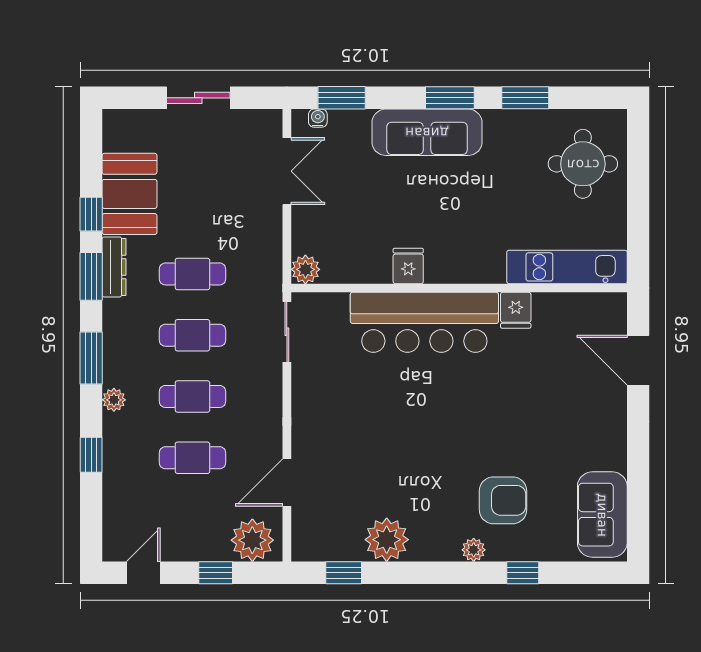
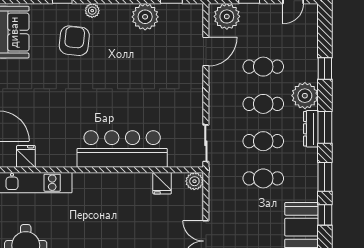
fridge: (408, 266) -> (162, 183), moved
dresser: (114, 267) -> (311, 129), moved
fridge: (516, 310) -> (26, 156), moved
plant: (114, 400) -> (305, 96), width x1.87, depth x1.87
armchair: (503, 500) -> (74, 41), turned 96

